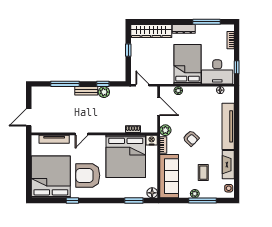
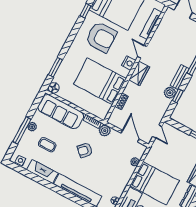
door: (142, 85) -> (157, 131), hinge flipped
door: (159, 106) -> (130, 136), swing flipped
wardrobe: (101, 127) -> (139, 73), added
nightstand: (152, 140) -> (129, 63), moved
bed: (126, 156) -> (100, 81), width x0.73
armchair: (88, 175) -> (101, 37), turned 90

